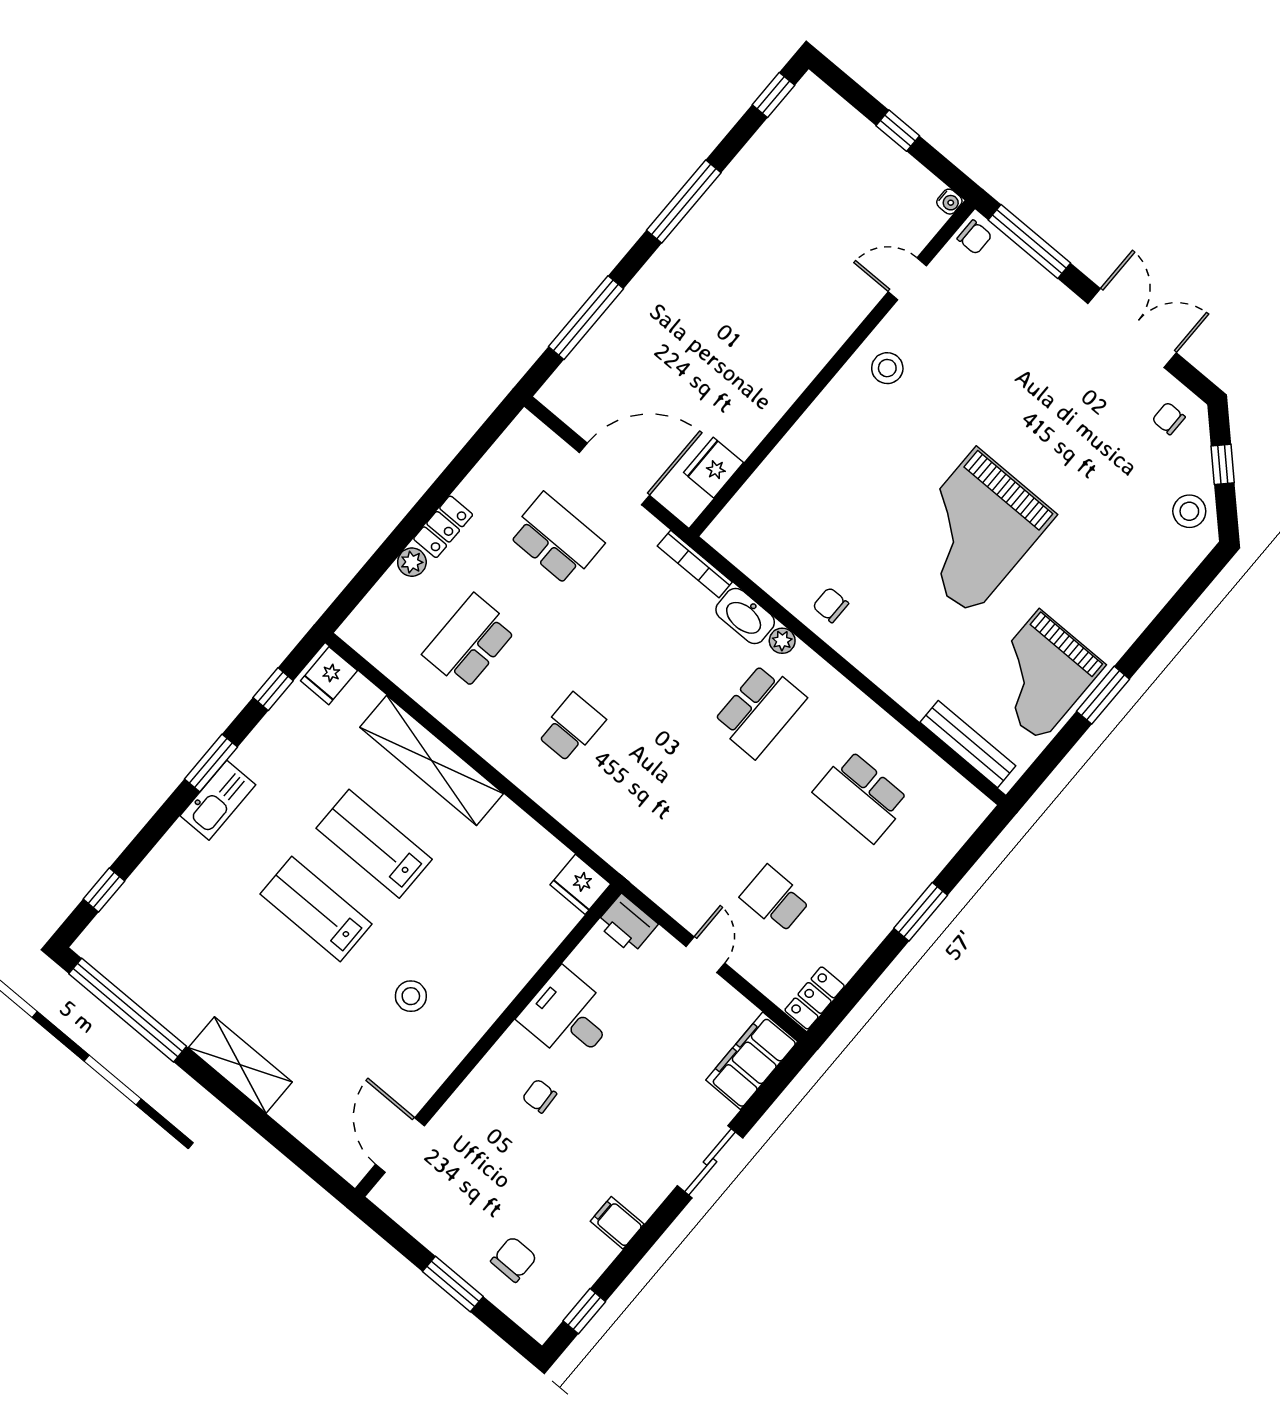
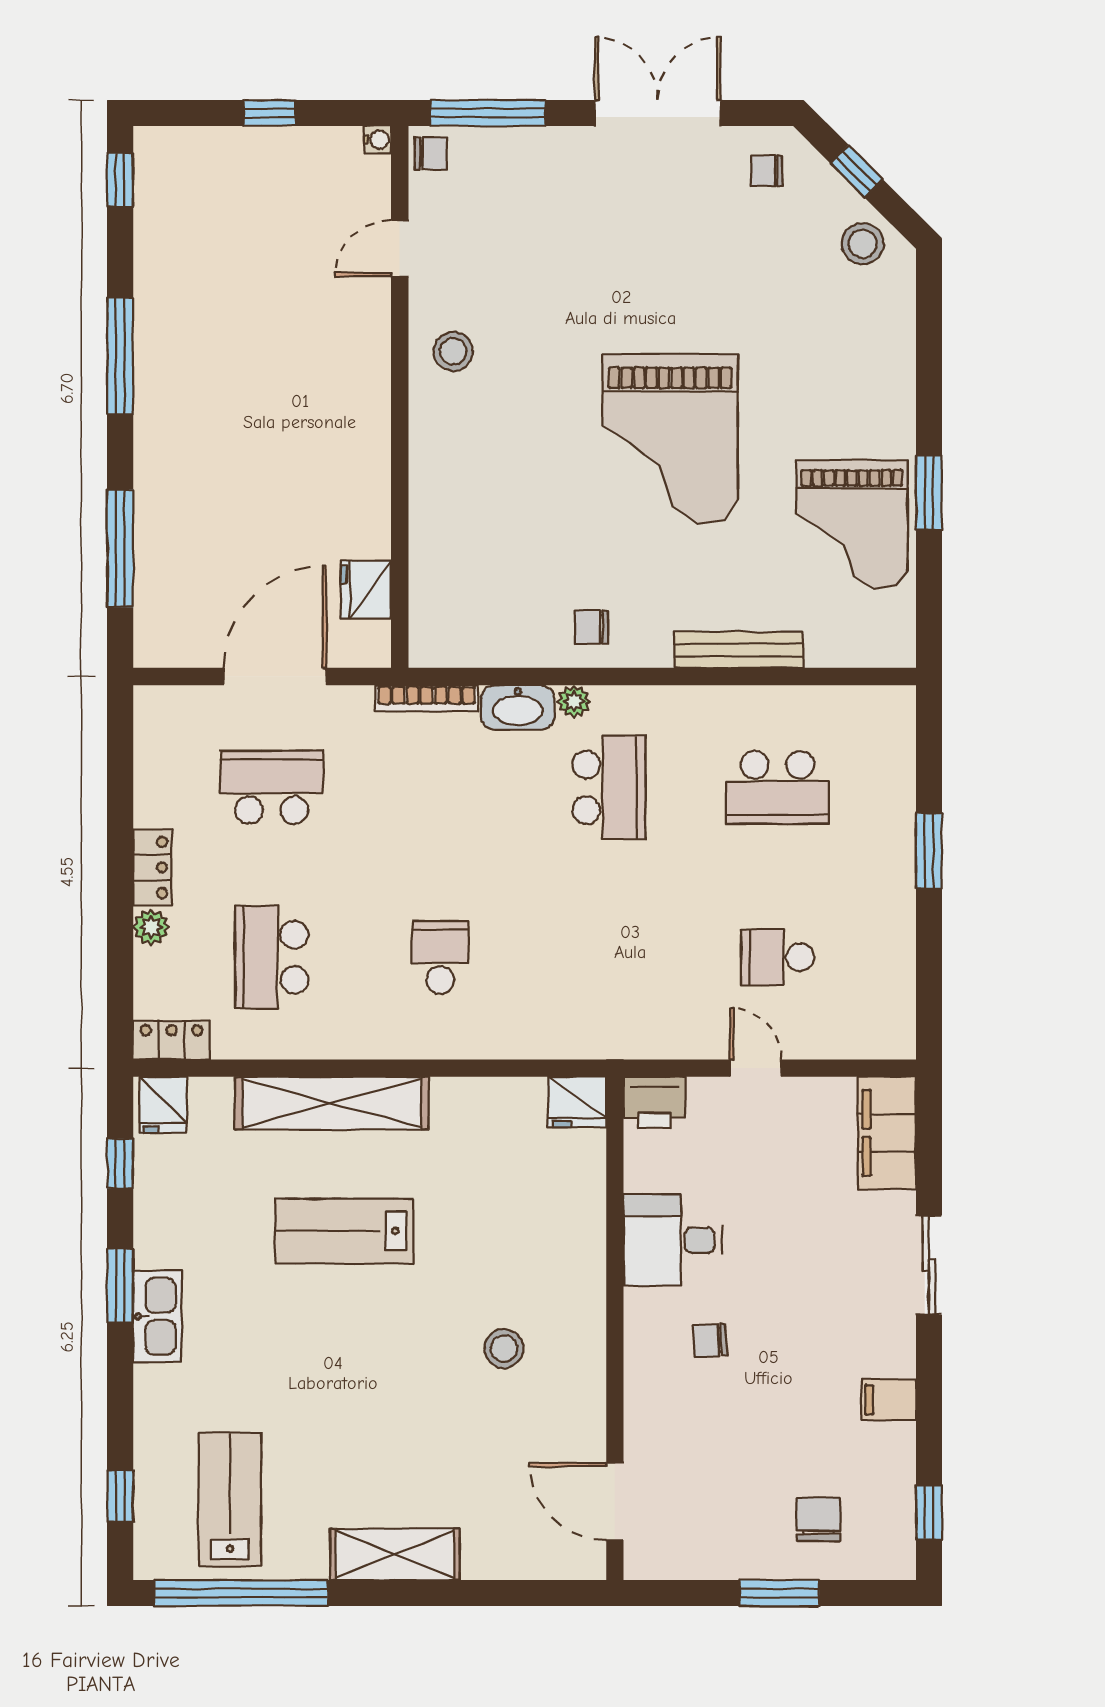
bench: (968, 744) -> (738, 650), moved
lab bench: (316, 909) -> (230, 1499), moved, turned 90
locker: (815, 998) -> (172, 1040), moved, turned 90

